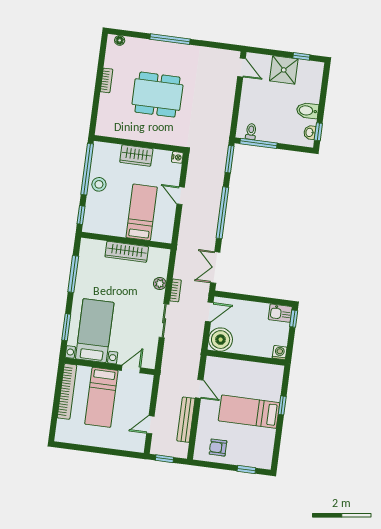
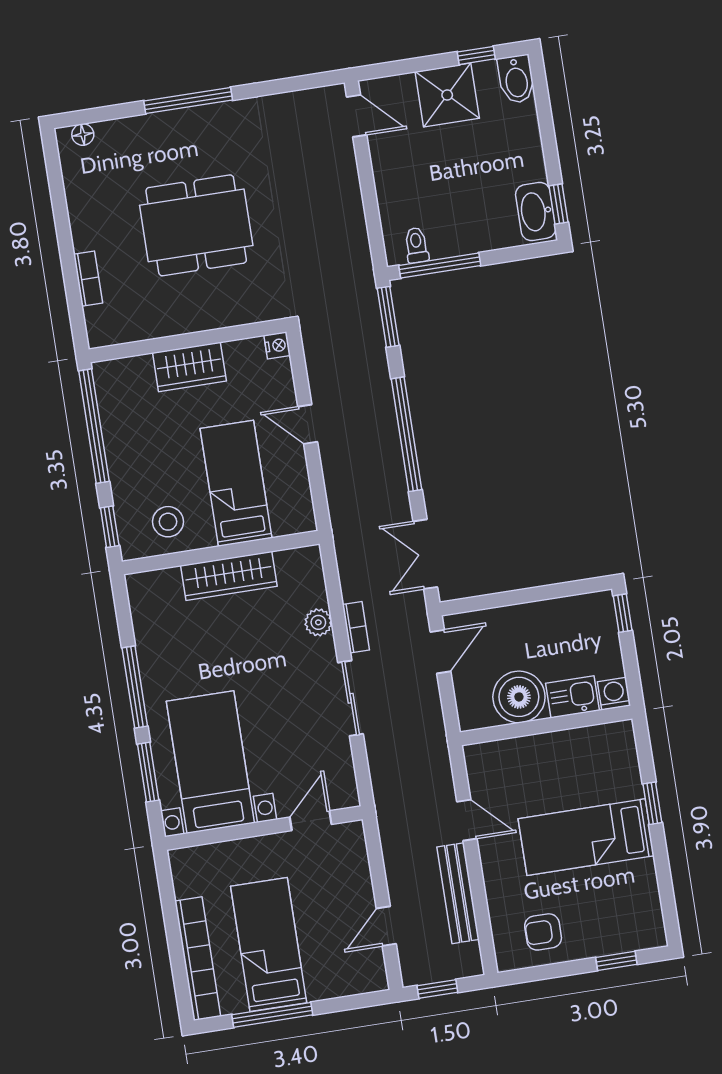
bookcase: (106, 80) -> (88, 279), moved
bidet: (307, 111) -> (516, 79), moved, turned -90
washbasin: (310, 132) -> (536, 211), width x1.91, depth x1.45
stool: (99, 184) -> (168, 522), moved
window: (73, 274) -> (135, 687), moved
kitchen sink: (280, 313) -> (573, 697), moved, turned 180
boiler: (221, 340) -> (519, 697), moved
bookcase: (67, 391) -> (198, 959), moved
bed: (101, 397) -> (269, 945), moved, turned 180
window: (89, 449) -> (272, 1015), added

